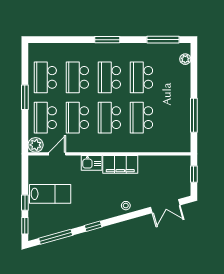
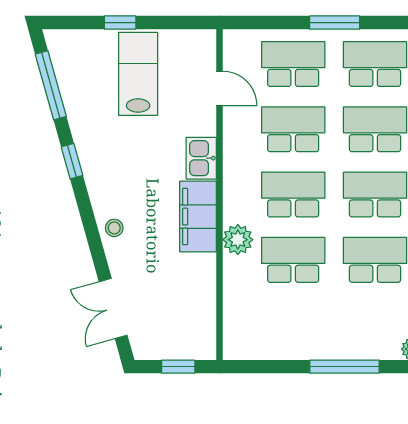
window: (194, 115) -> (345, 367), moved
plant: (36, 145) -> (238, 240), moved
lab bench: (50, 194) -> (138, 74), turned 180
window: (25, 226) -> (73, 23), removed

